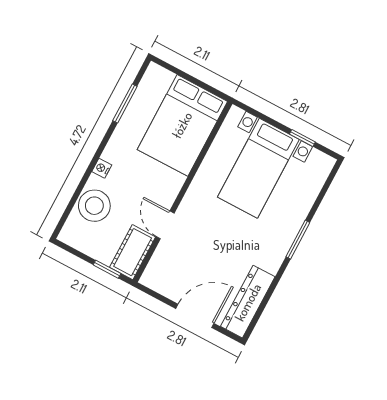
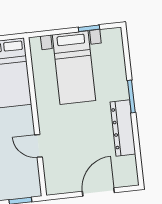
cot: (133, 252) -> (29, 178), removed
dresser: (248, 302) -> (123, 128), moved

